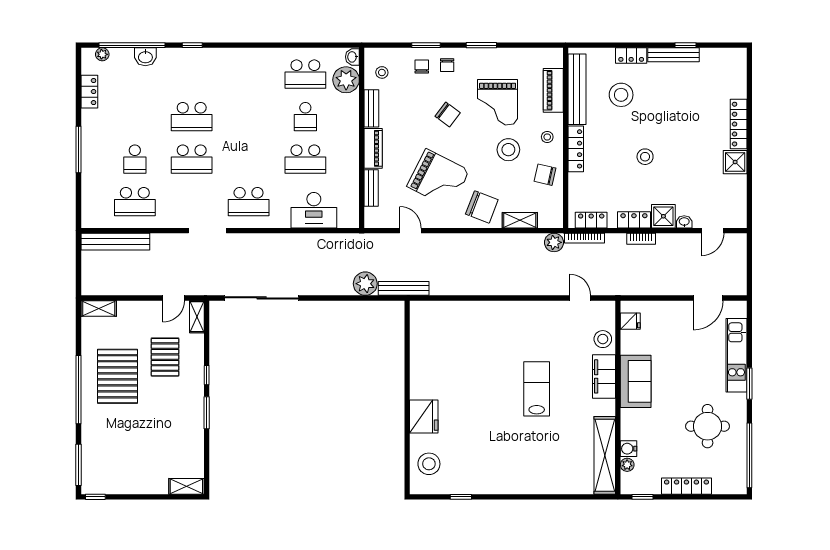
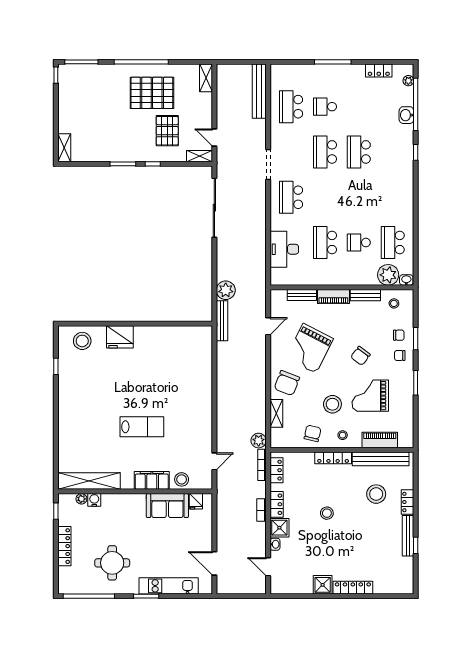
pallet: (165, 357) -> (167, 131), turned 90
sofa: (636, 381) -> (167, 506), moved

